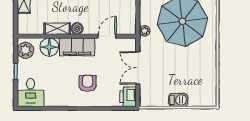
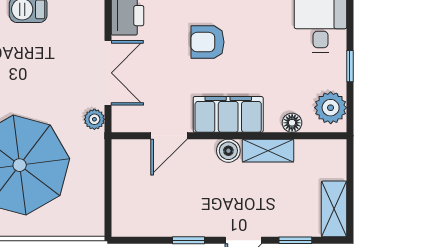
plant: (145, 31) -> (94, 119), moved
floor lamp: (49, 47) -> (292, 123), width x0.53, depth x0.53
armchair: (88, 83) -> (207, 42), turned 90

